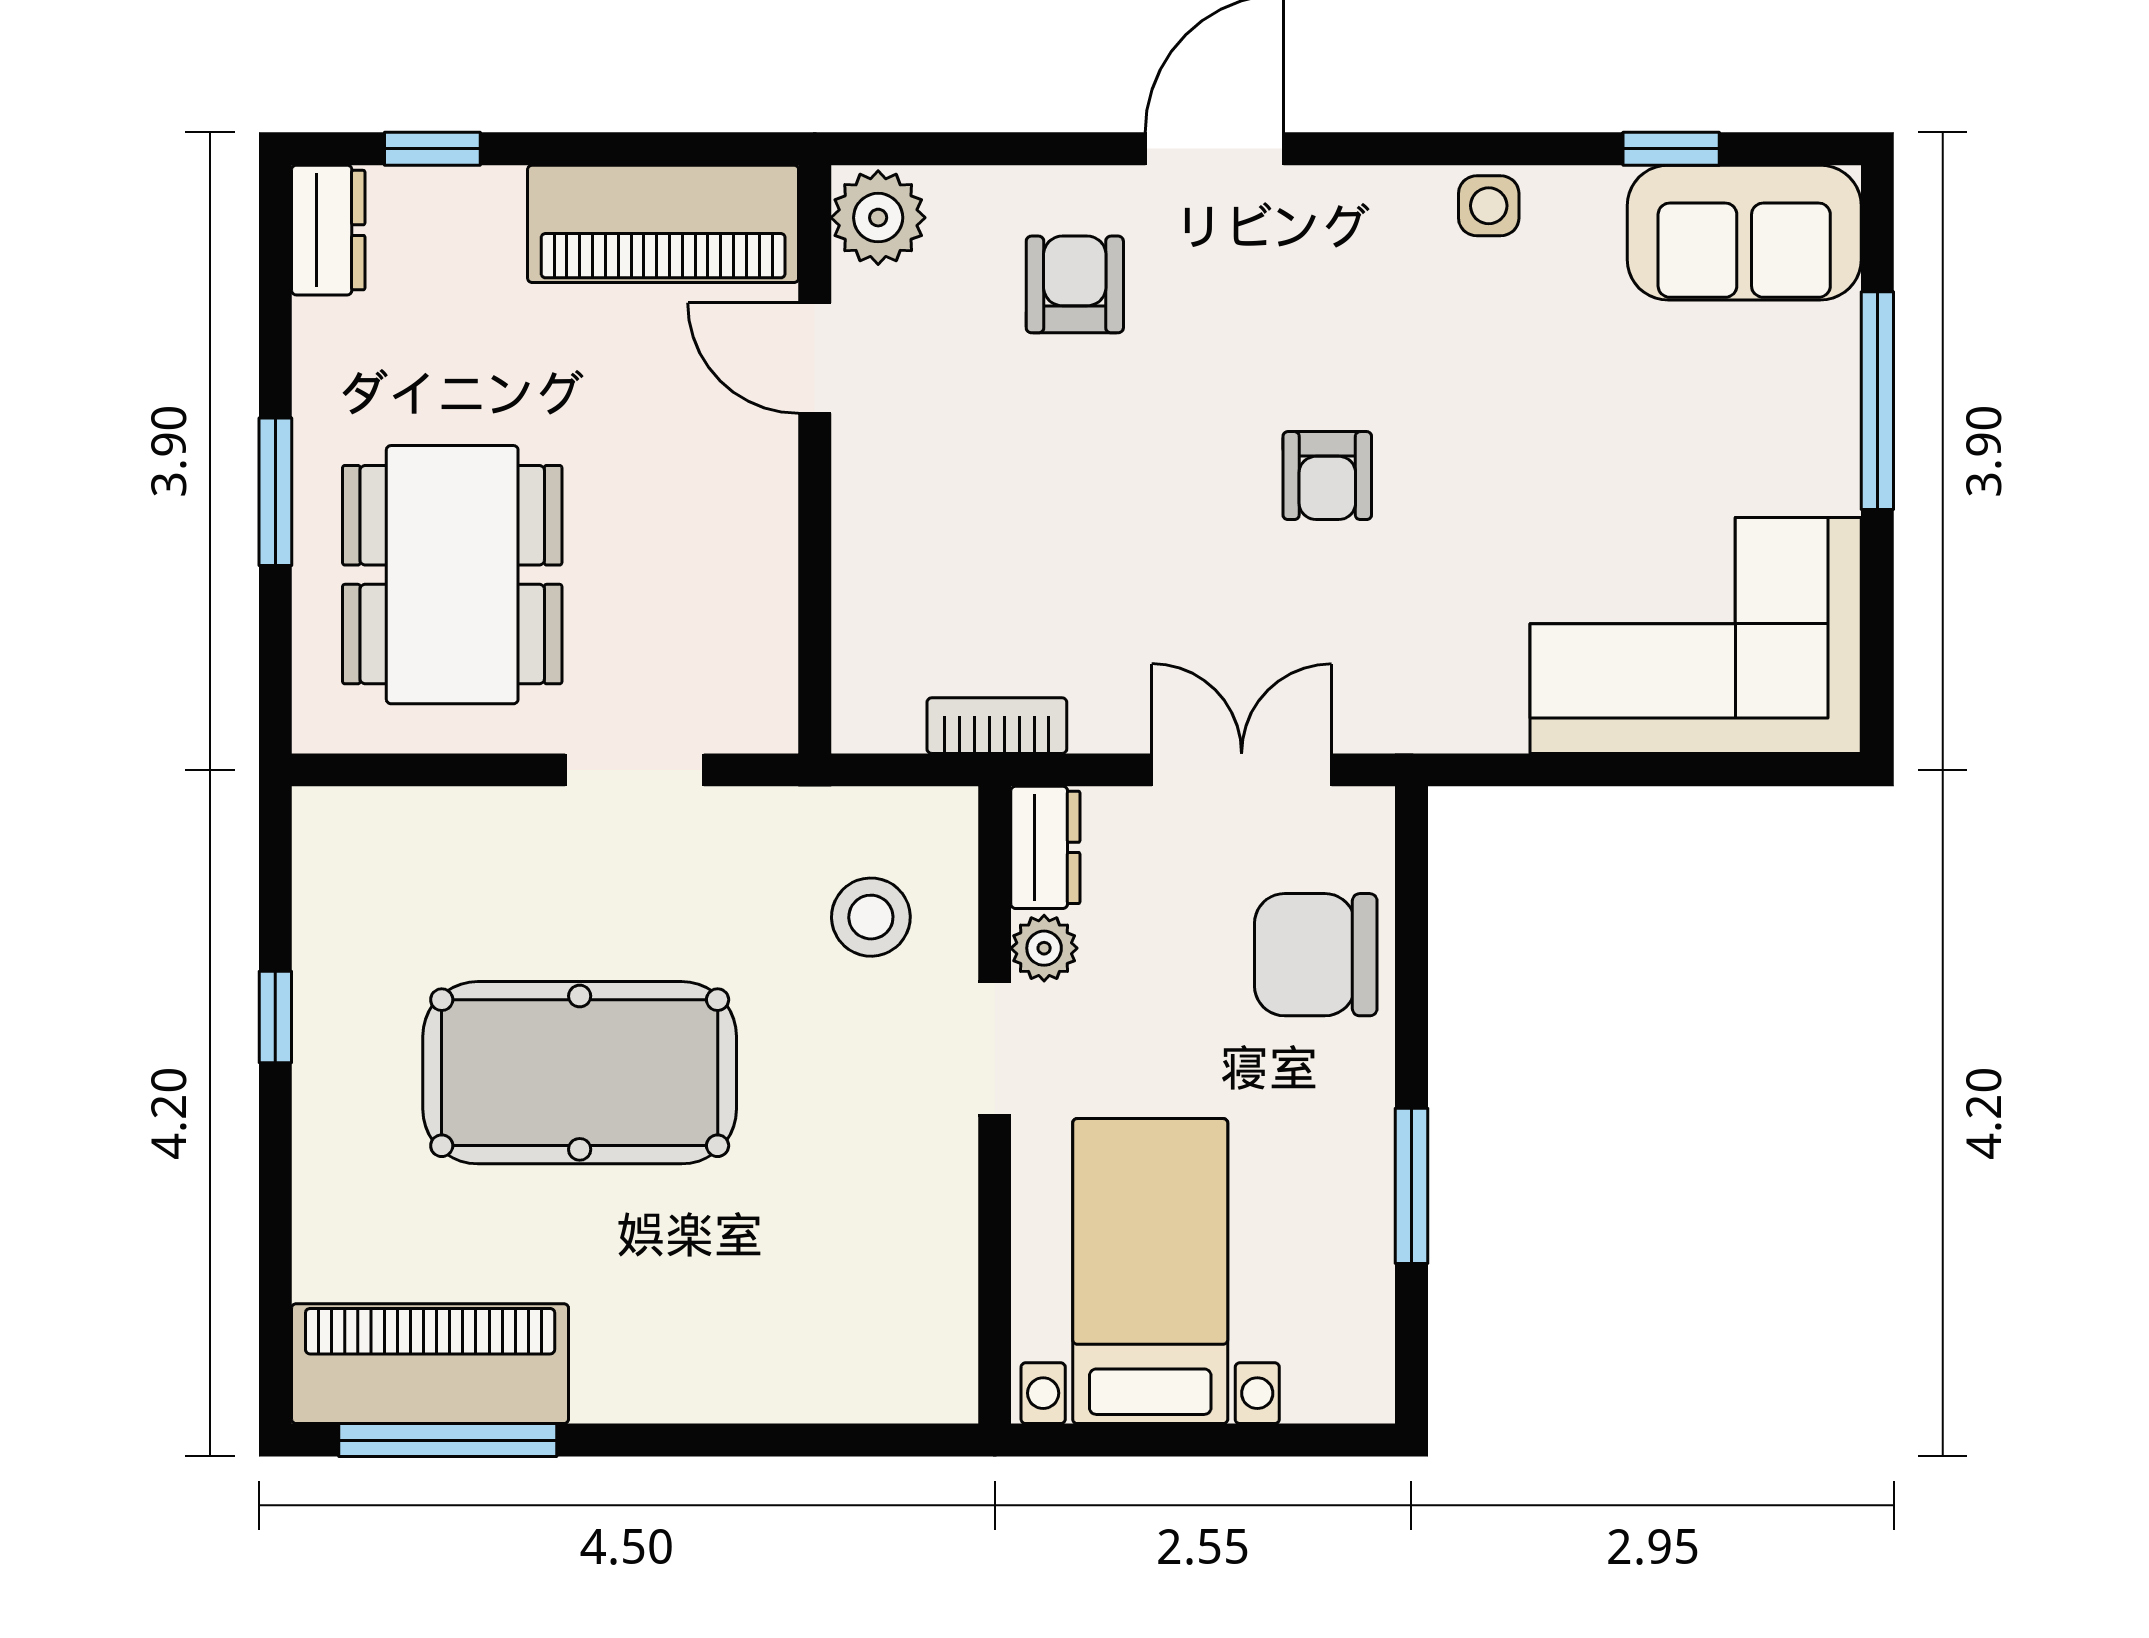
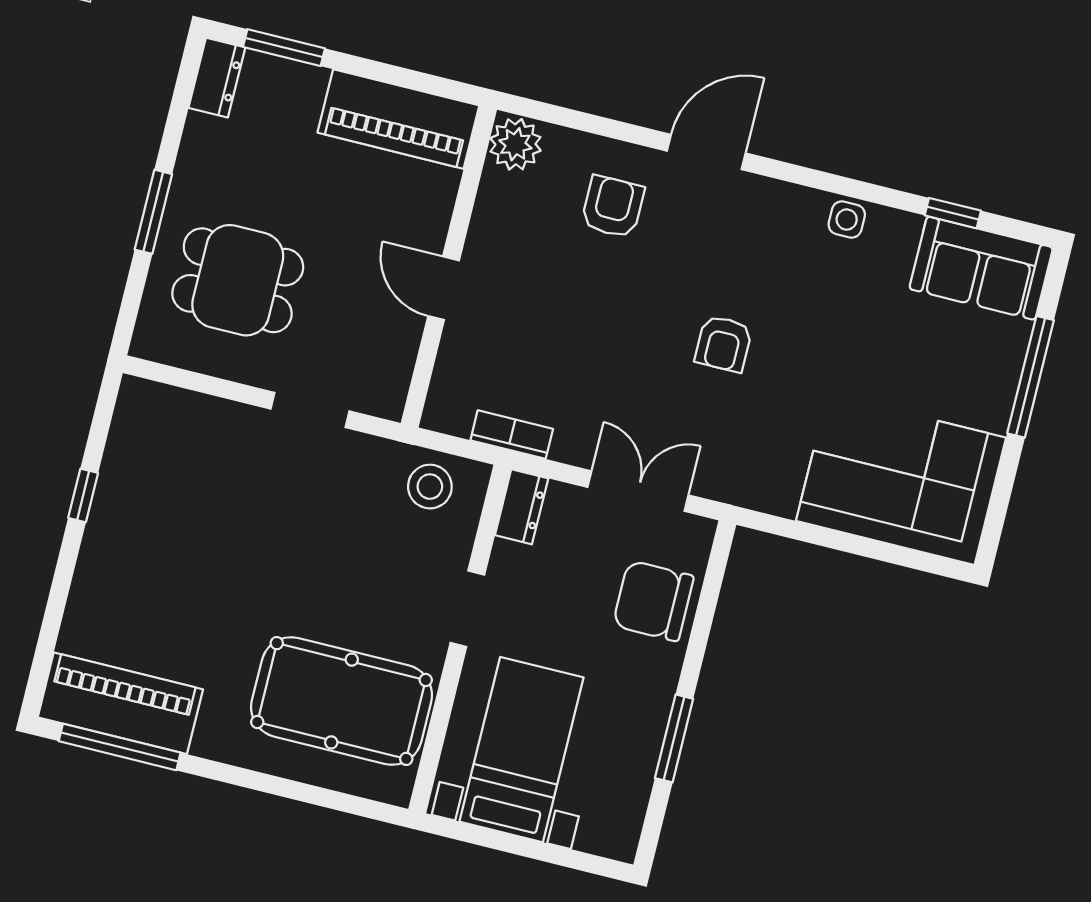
window: (432, 149) -> (284, 48), width x1.50
door: (815, 358) -> (444, 288), moved
dining table: (452, 575) -> (238, 280), width x0.73
stool: (871, 917) -> (430, 487), moved
plant: (1044, 948) -> (507, 561), removed
pool table: (580, 1073) -> (342, 701), moved

